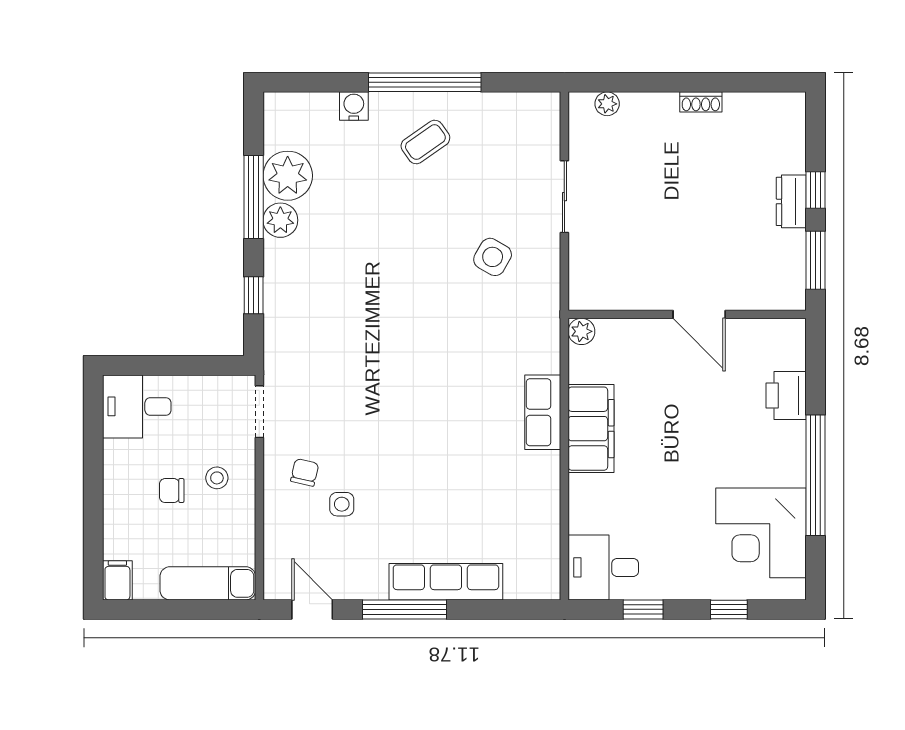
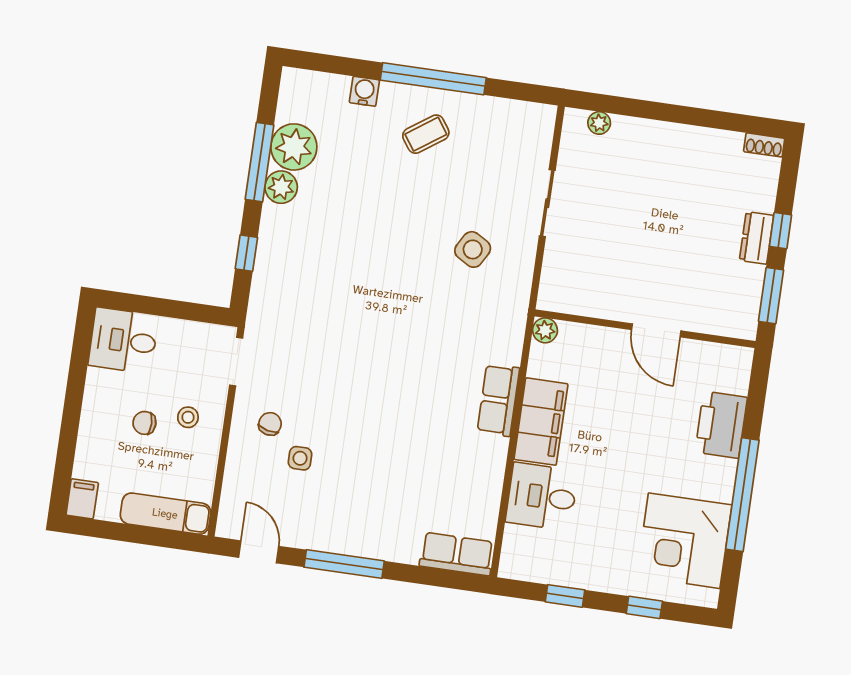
shoe rack: (701, 102) -> (764, 145), moved
printer: (786, 395) -> (721, 425), width x1.37, depth x1.19
desk: (603, 567) -> (542, 497), moved
row of seats: (446, 582) -> (457, 554), moved, width x0.68

